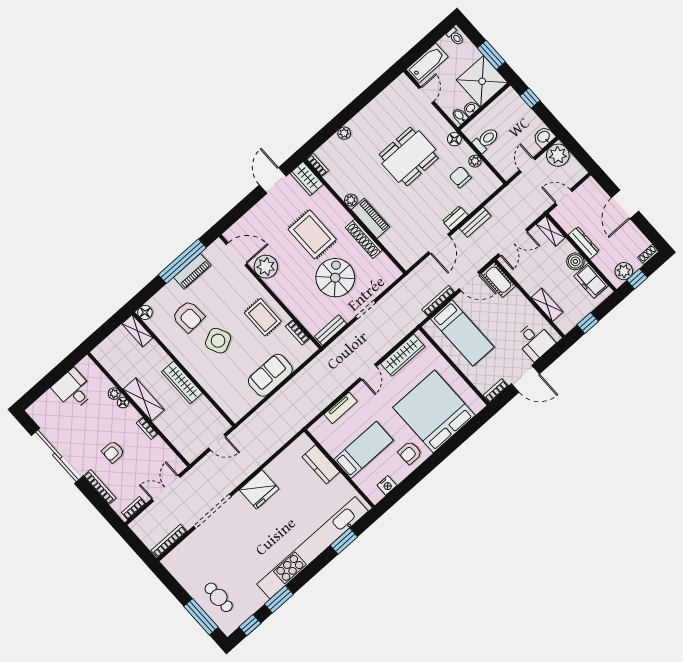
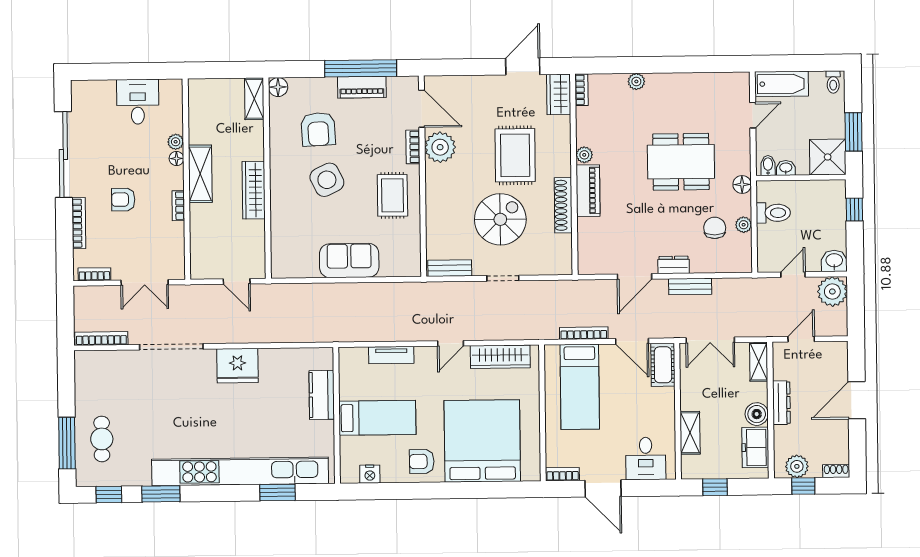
shower: (482, 81) -> (828, 157), width x0.73, depth x0.73
door: (564, 197) -> (801, 339), hinge flipped
bookcase: (297, 332) -> (413, 147), moved
double door: (166, 488) -> (145, 283), swing flipped

